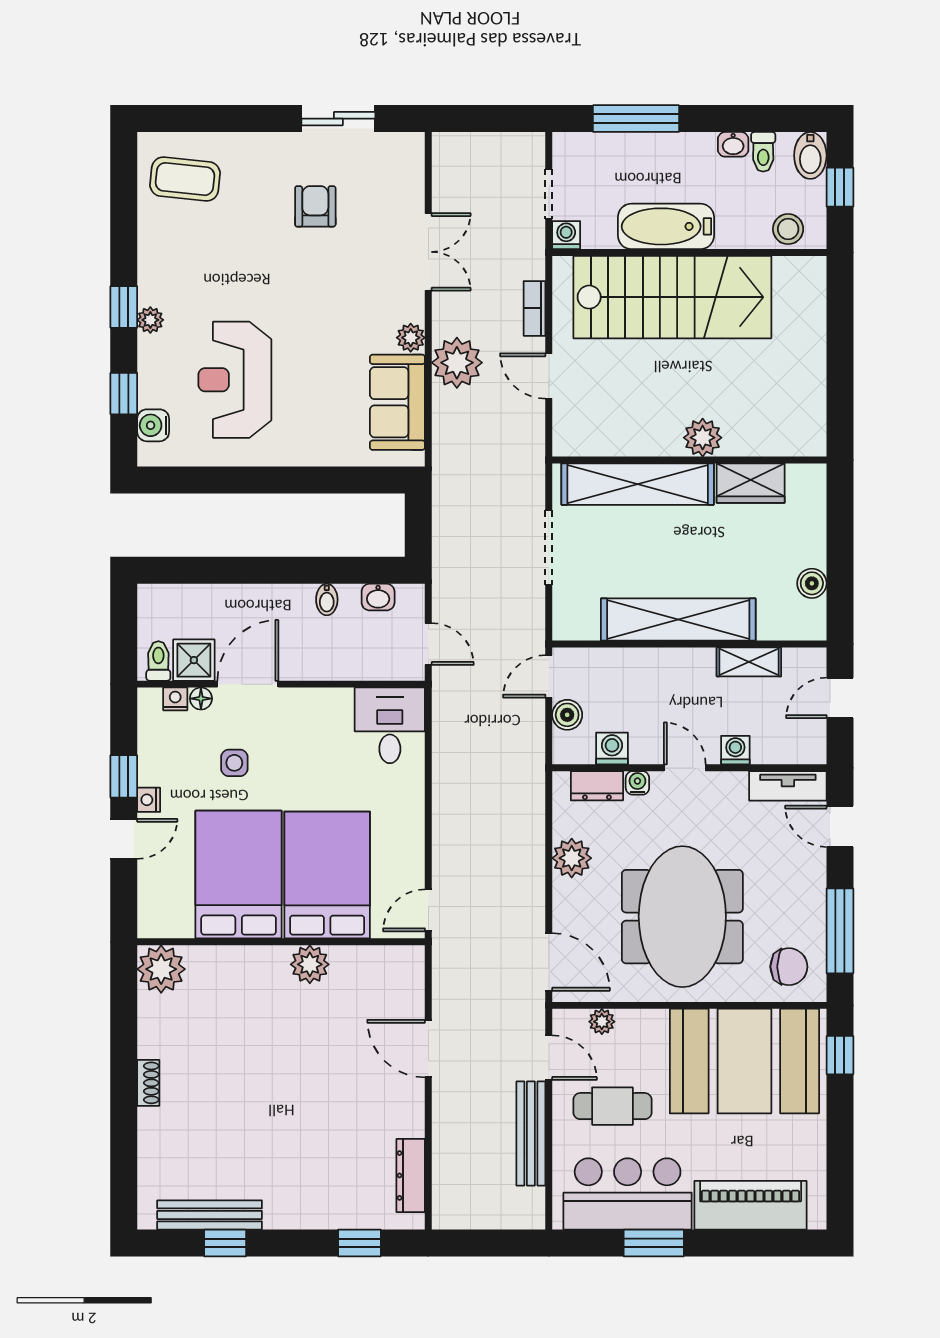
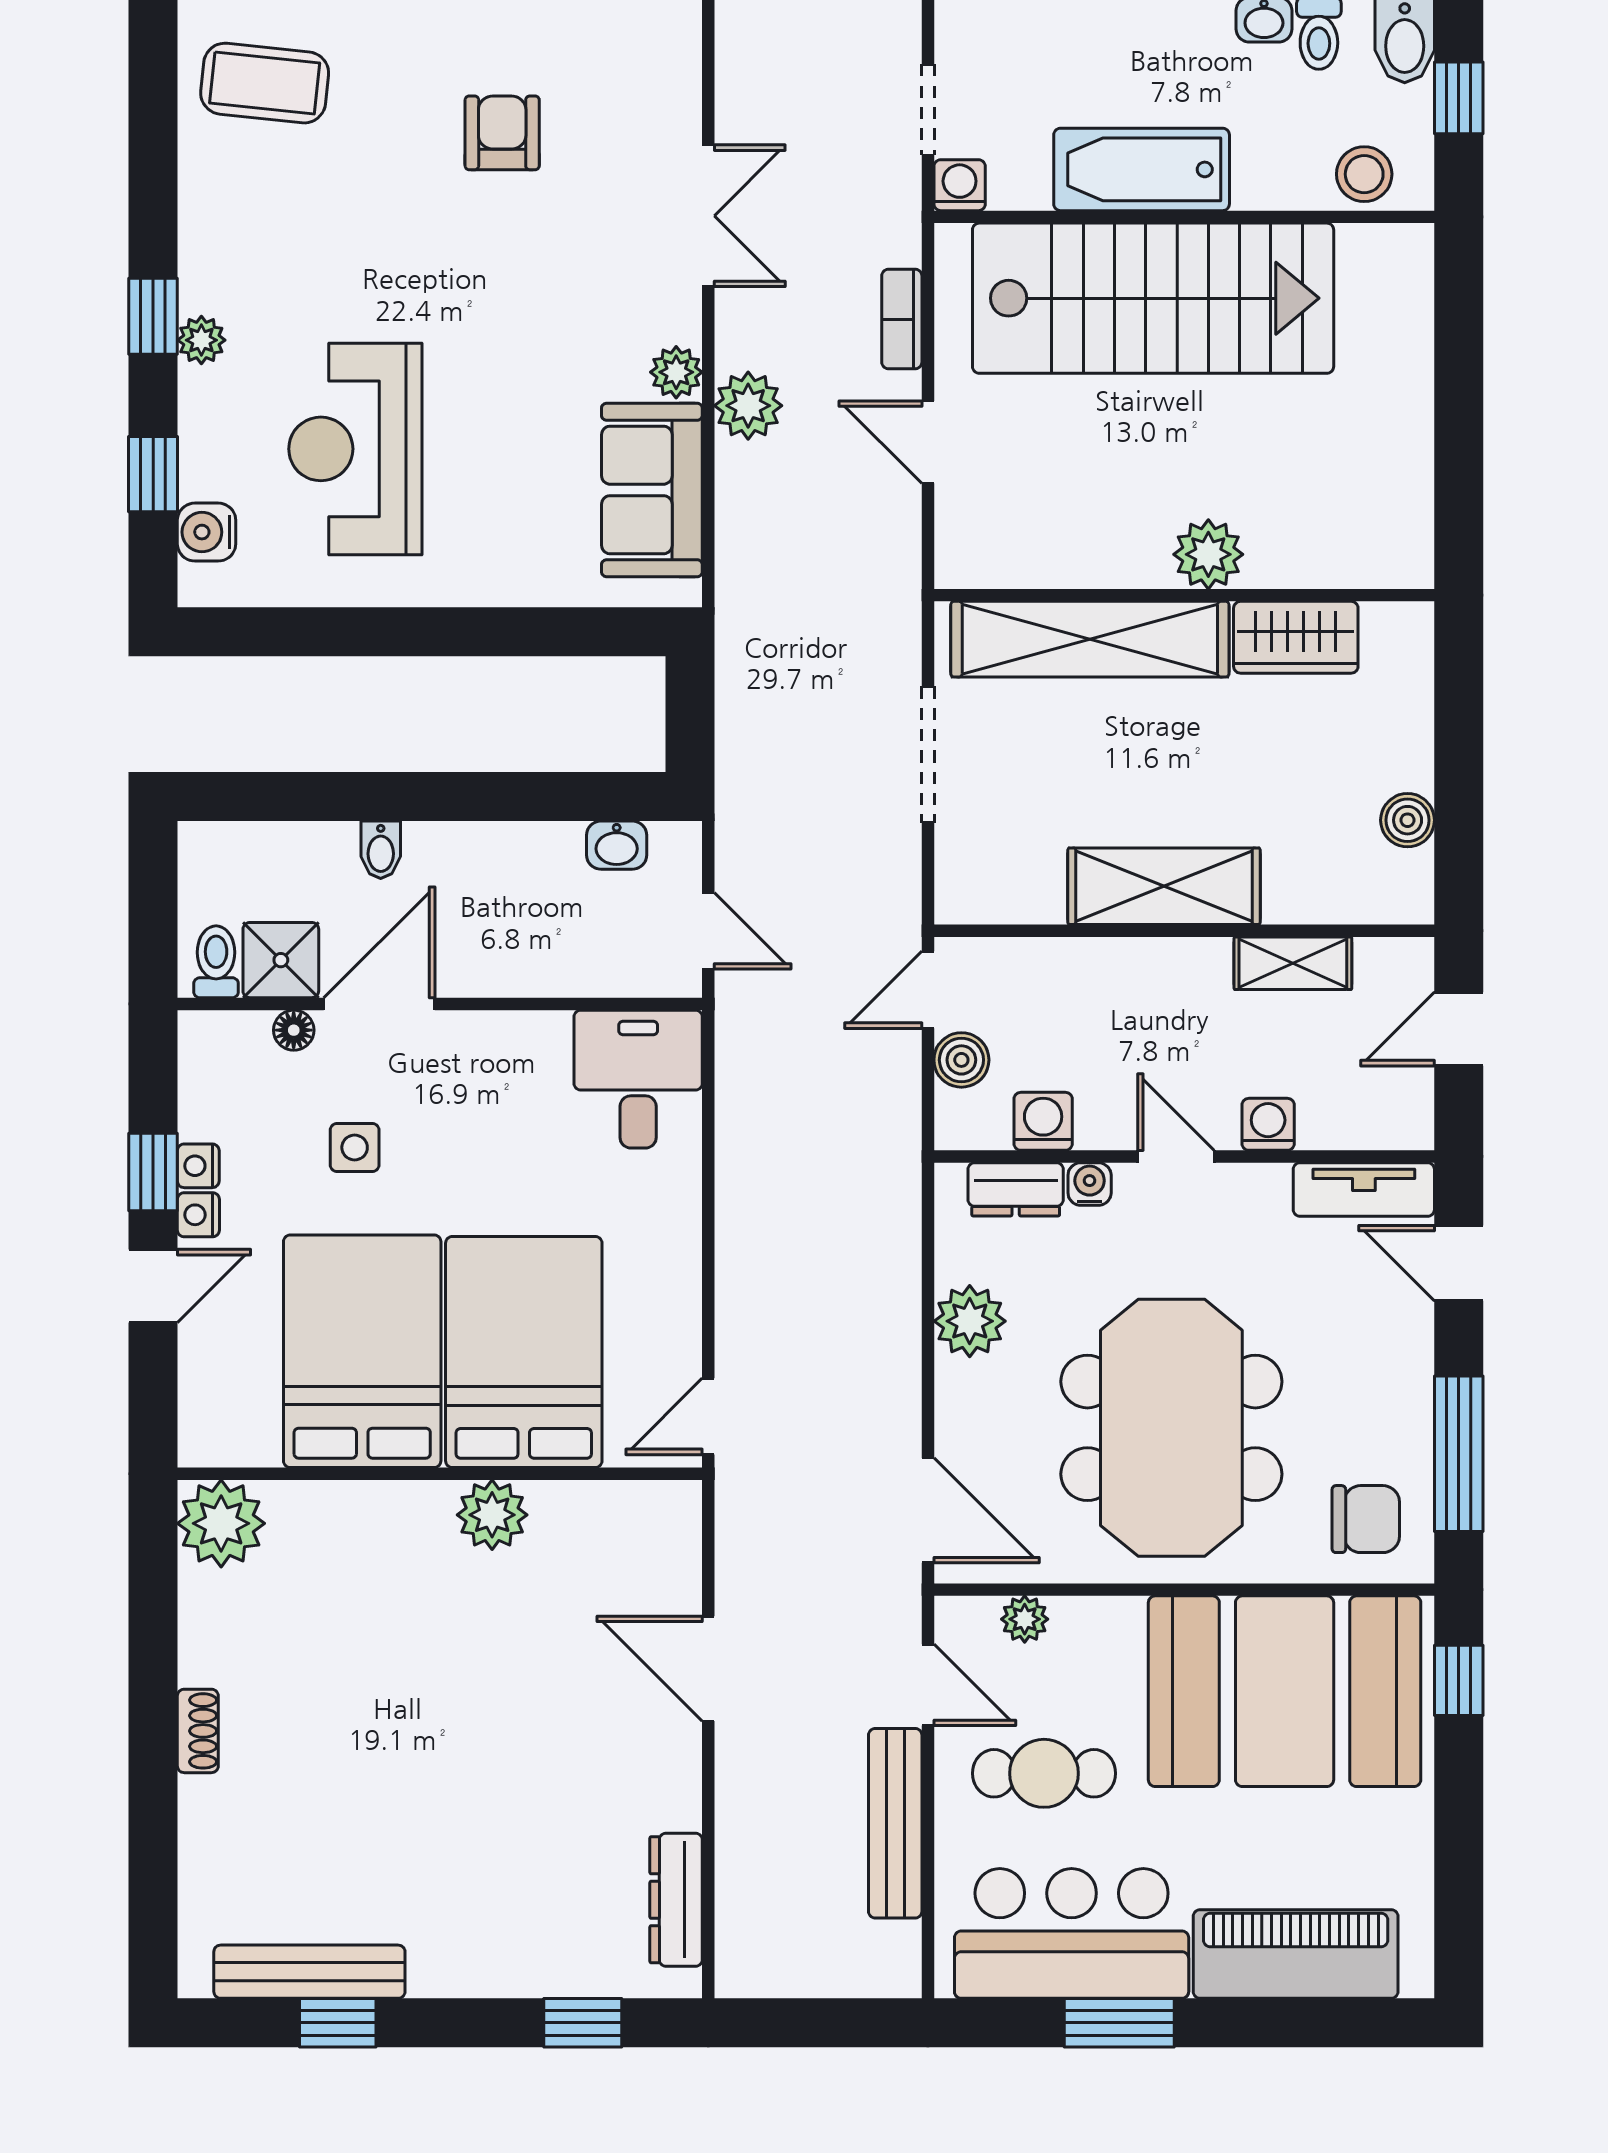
plant: (457, 363) -> (748, 406), width x0.73, depth x0.73
bidet: (327, 600) -> (381, 850), moved
shelving: (678, 620) -> (1164, 886), width x0.68
nightstand: (175, 699) -> (198, 1166), moved, turned -90

